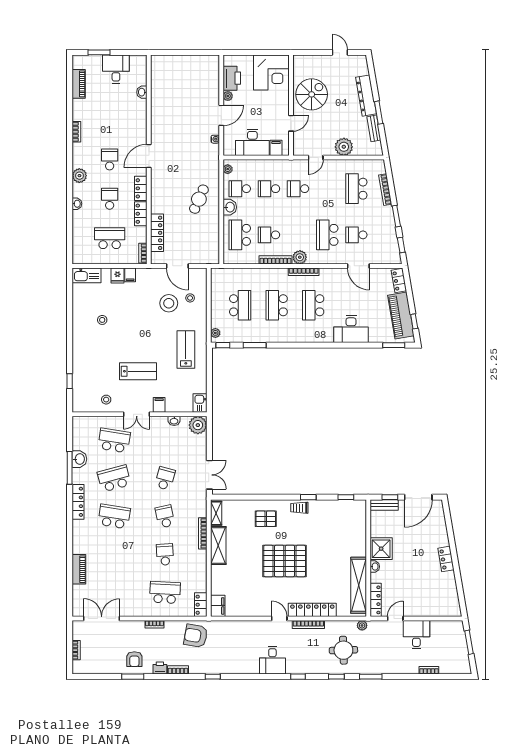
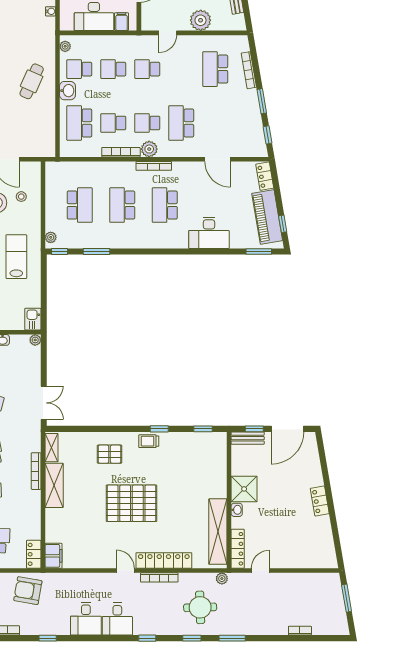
school desk: (356, 235) -> (147, 123), moved
plant: (198, 425) -> (35, 340), width x0.53, depth x0.53
desk: (416, 635) -> (86, 619), moved, turned 180

